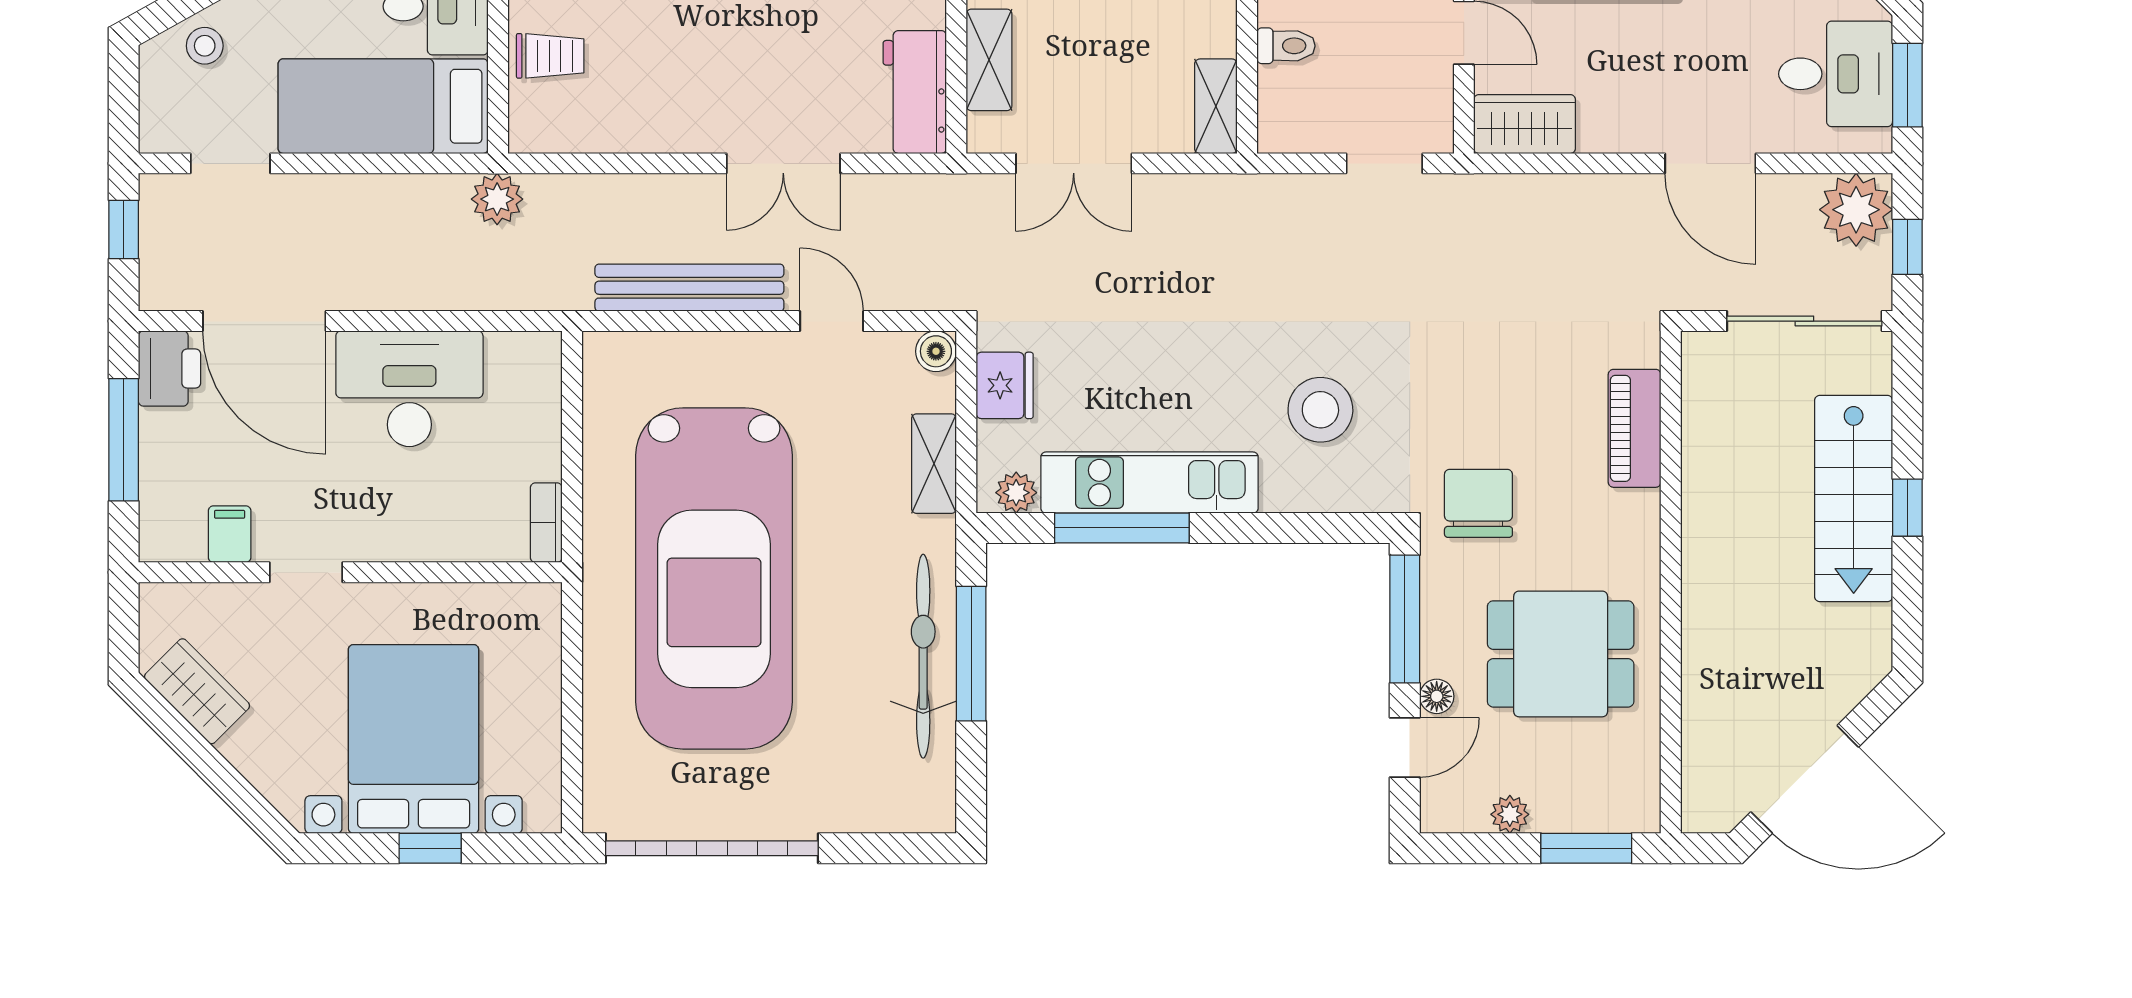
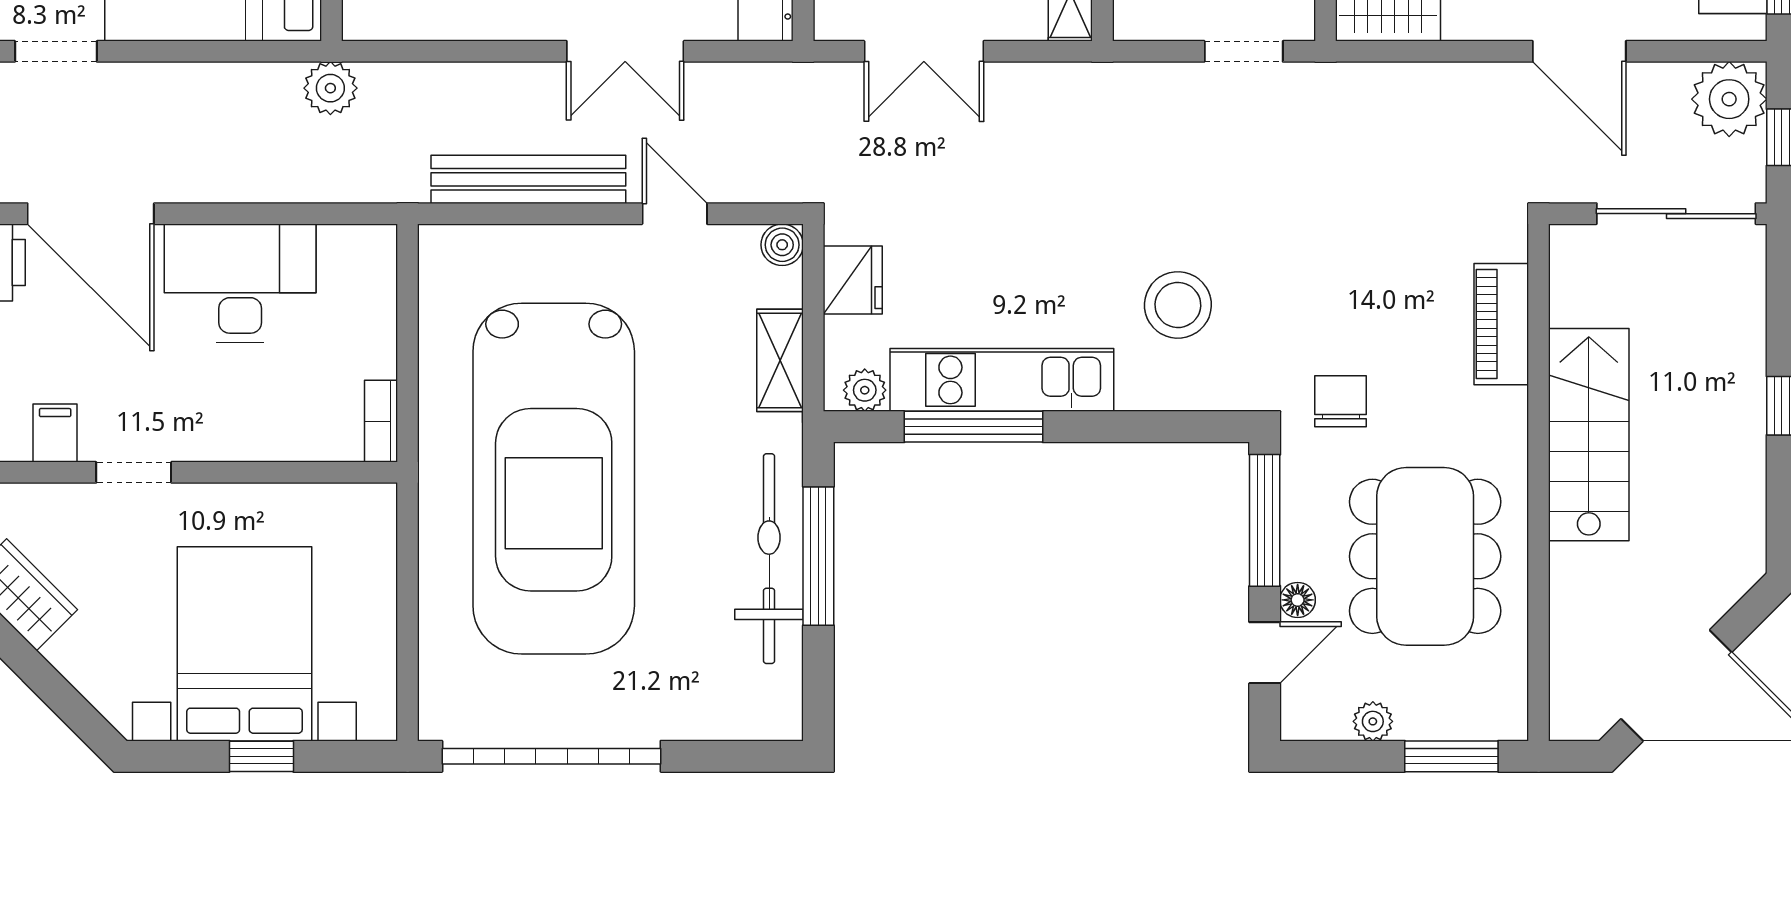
stairs: (1854, 499) -> (1589, 435), moved, turned 180
chair: (1478, 503) -> (1341, 401), width x0.73, depth x0.73
dining table: (1561, 654) -> (1425, 556), width x1.38

